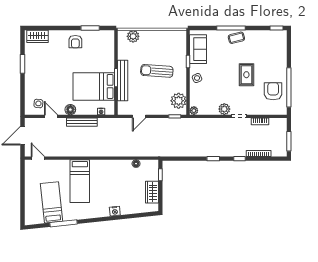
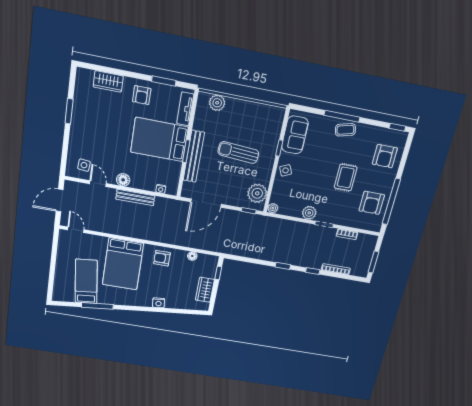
wardrobe: (38, 36) -> (108, 81), moved
tv unit: (110, 45) -> (185, 109), added
armchair: (273, 52) -> (385, 156), added
bed: (94, 86) -> (159, 140), moved
armchair: (273, 91) -> (372, 203), turned 180
door: (139, 116) -> (206, 203), width x1.88
armchair: (111, 170) -> (162, 258), added
bed: (80, 181) -> (123, 264), width x1.50

